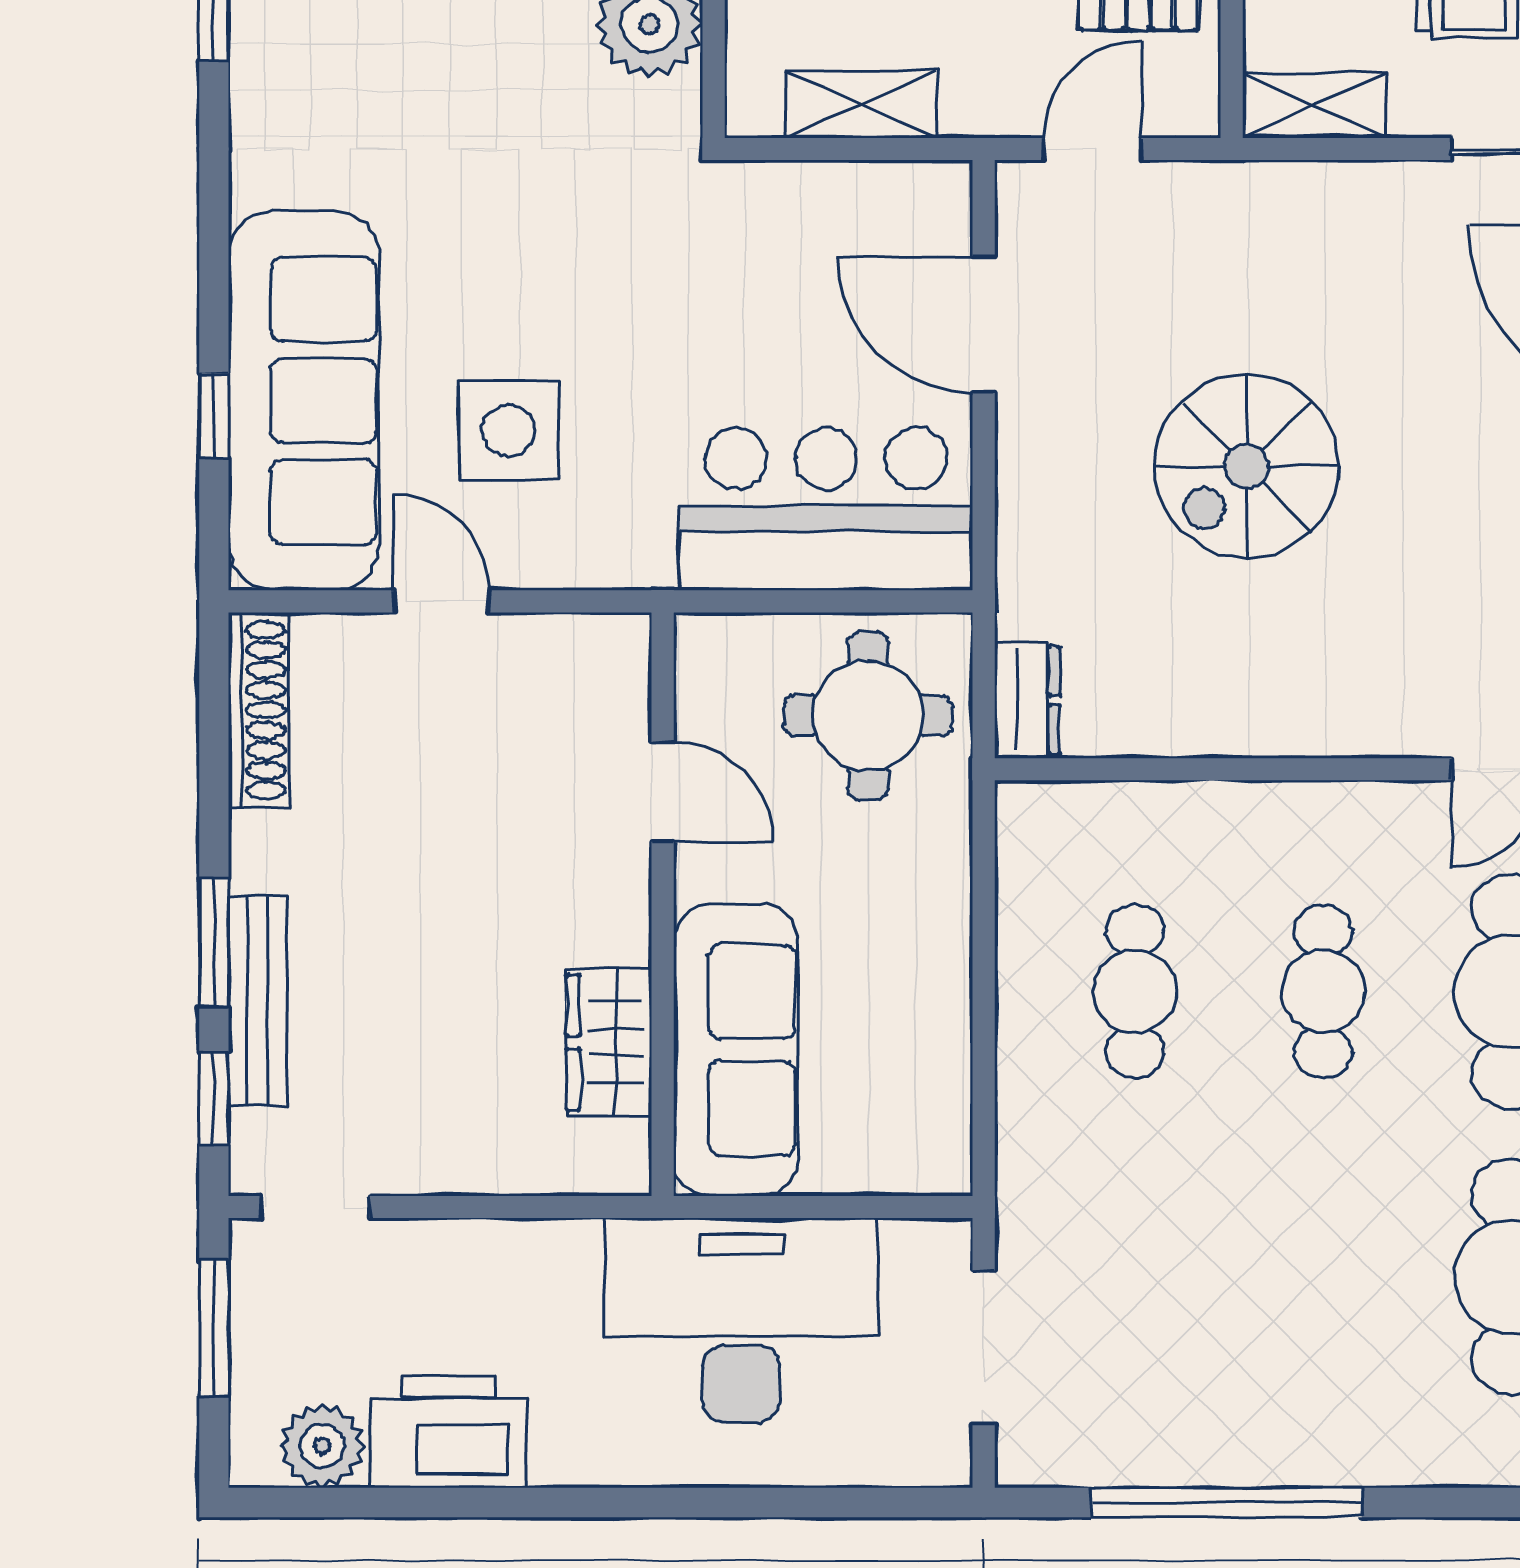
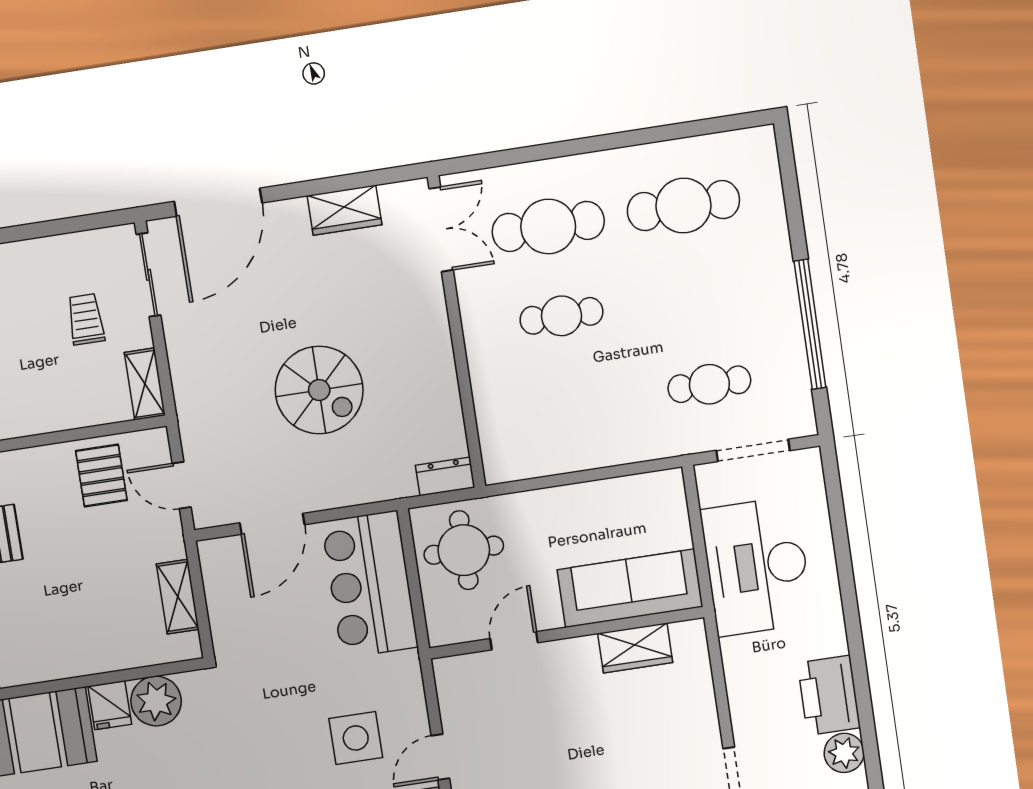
cafe table: (1135, 991) -> (709, 384), moved

